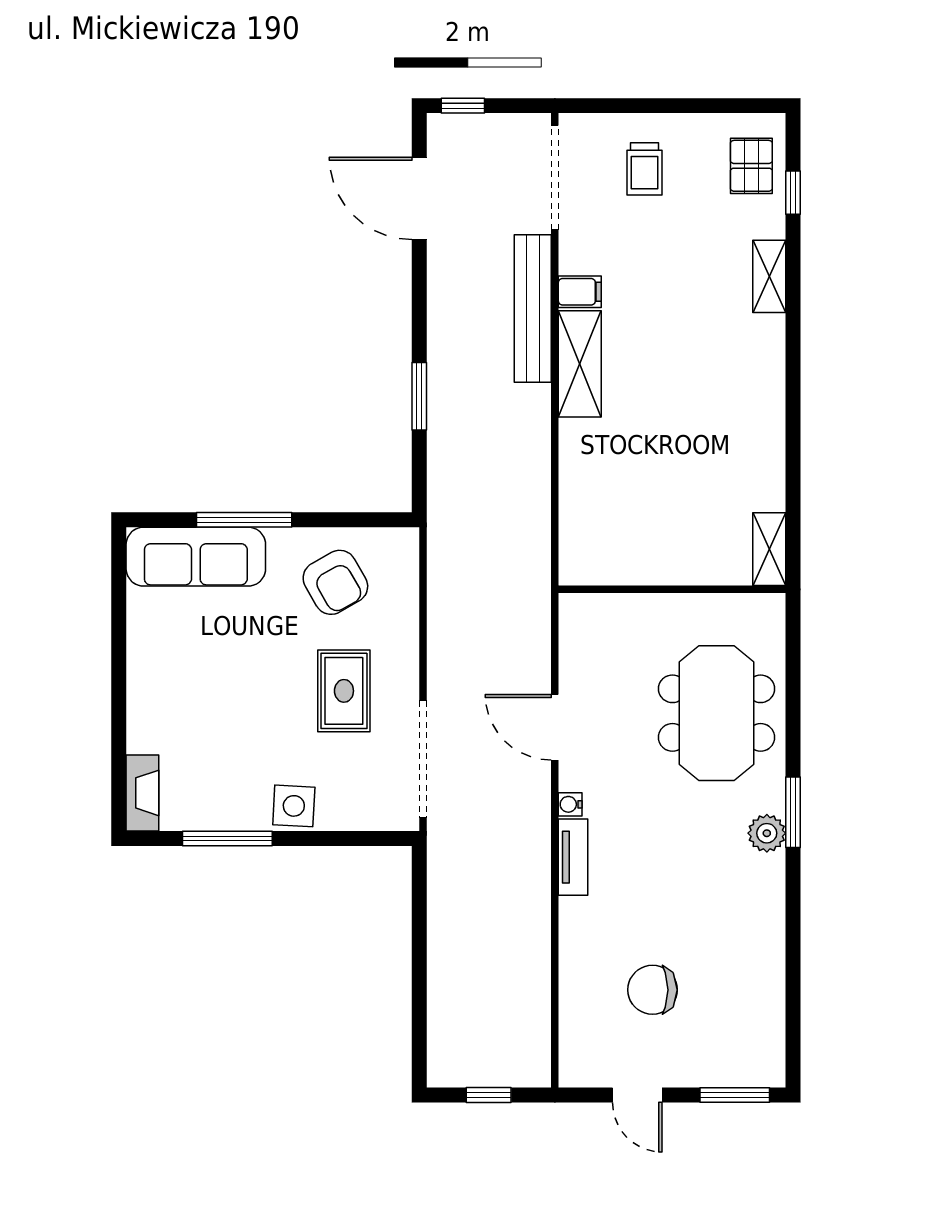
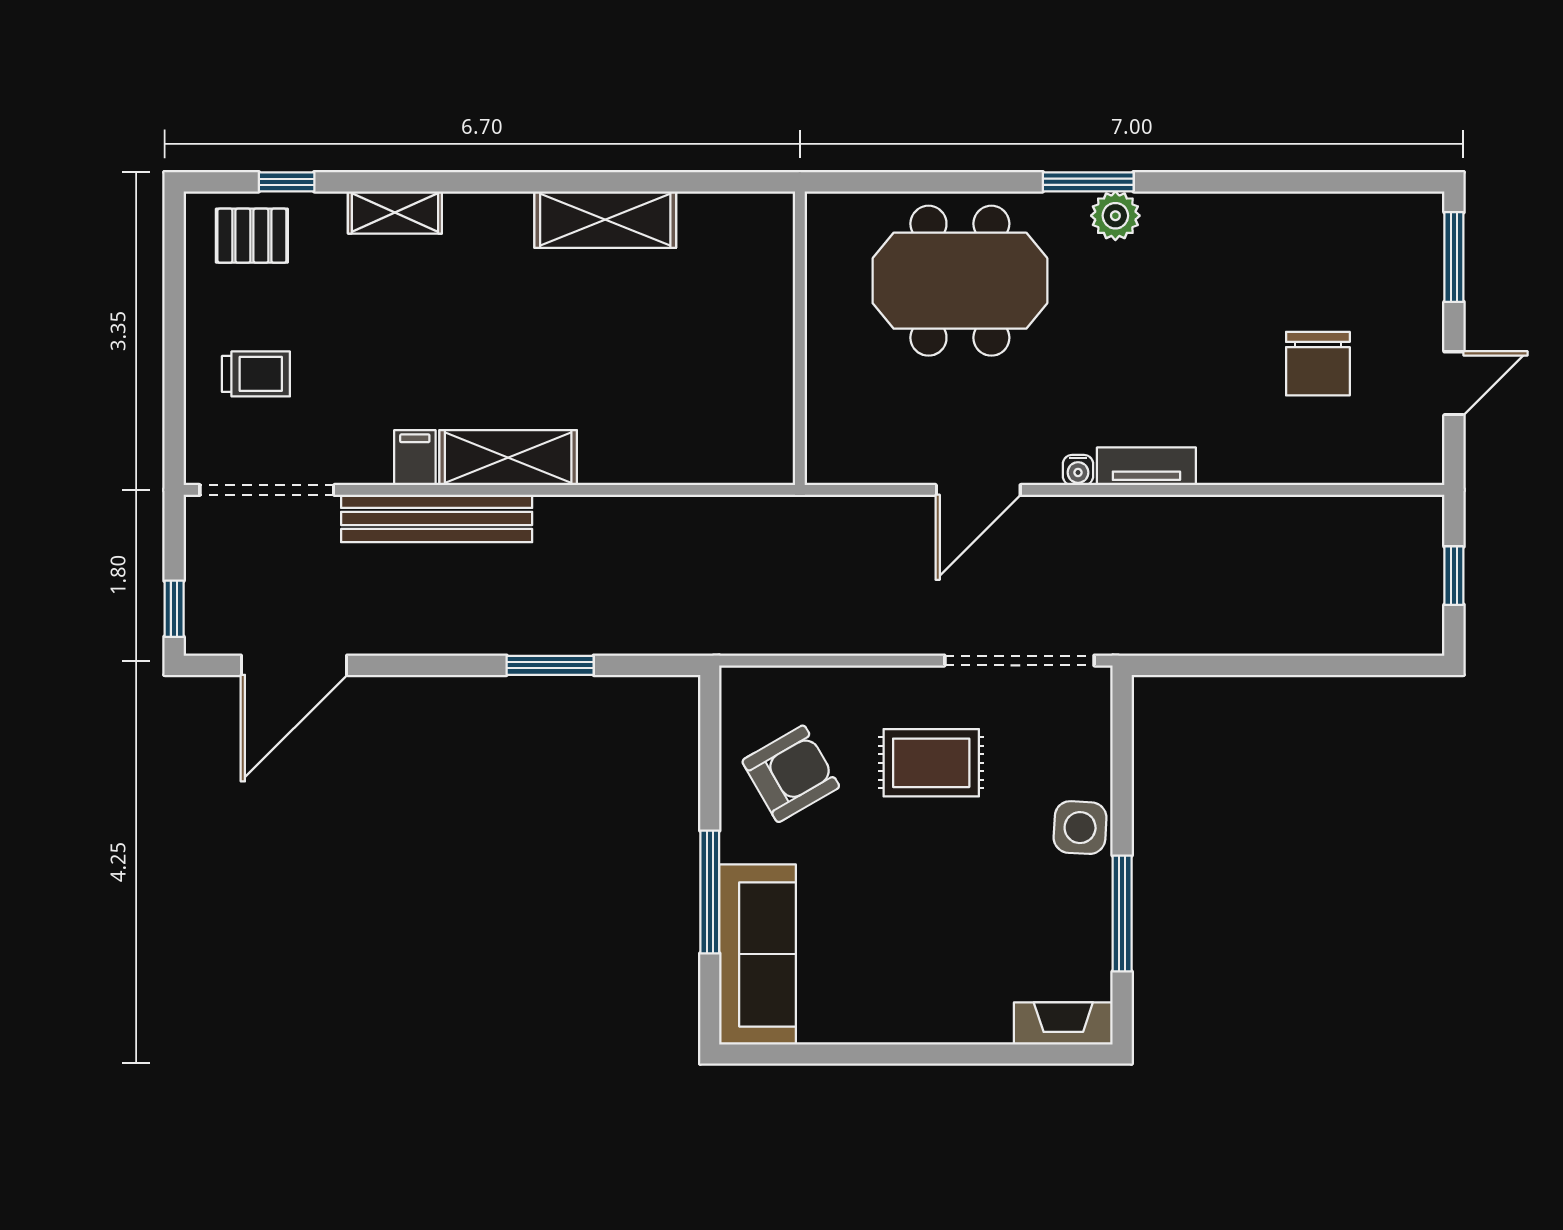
shelving: (769, 549) -> (605, 220), moved, width x1.50, depth x1.33

